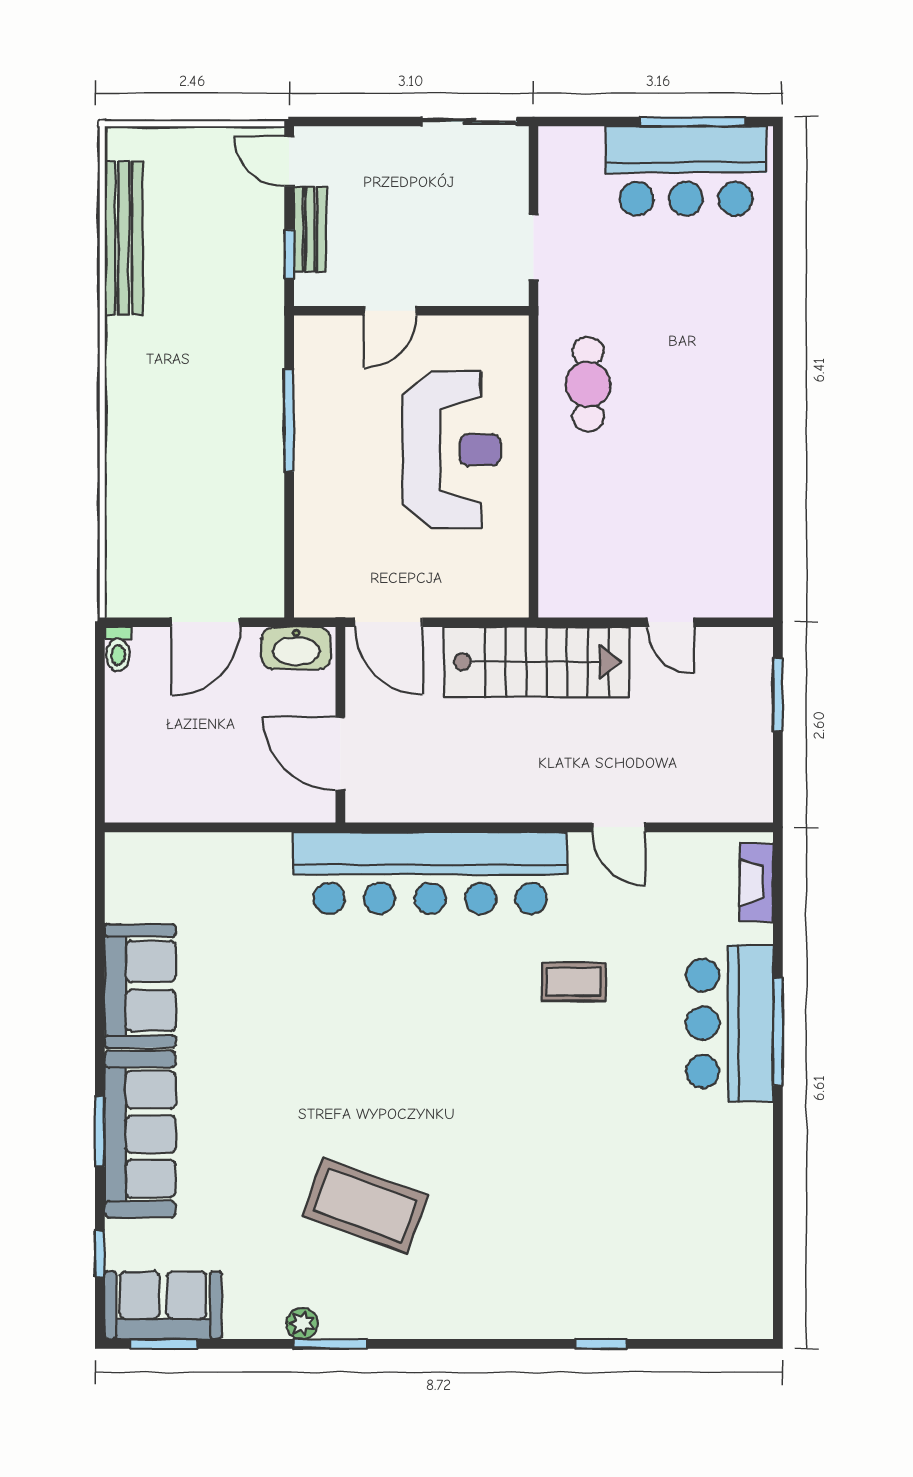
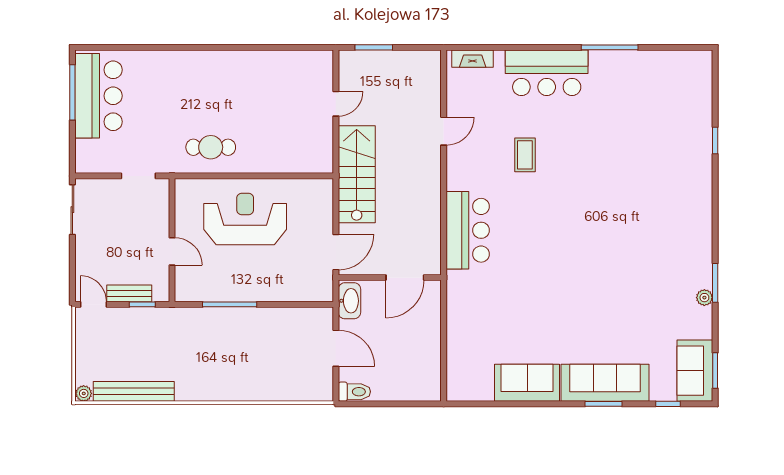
plant: (120, 143) -> (84, 393), added
door: (289, 161) -> (93, 304), swing flipped
toilet: (118, 649) -> (354, 392), width x1.37, depth x1.39
bar counter: (430, 873) -> (468, 230), width x0.54
window: (778, 1031) -> (610, 47), moved
coffee table: (365, 1206) -> (643, 264), removed

